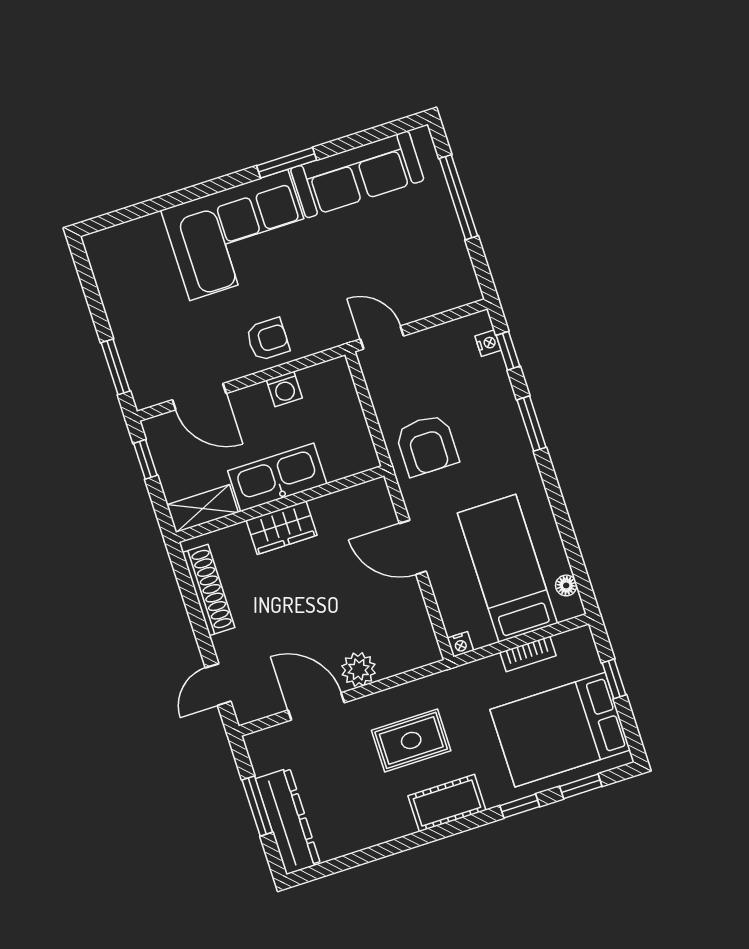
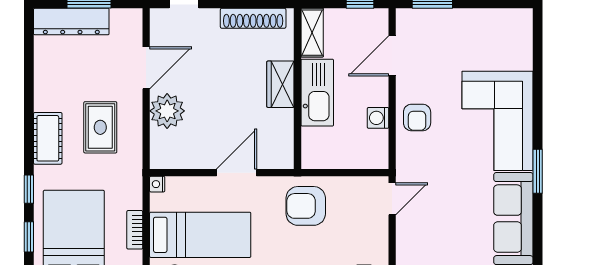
plant: (359, 669) -> (167, 111), width x1.36, depth x1.36

